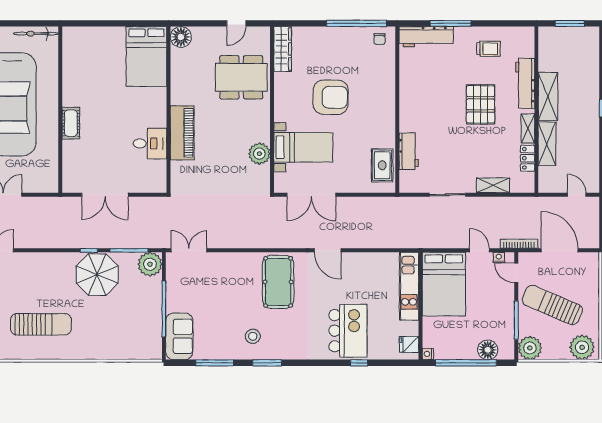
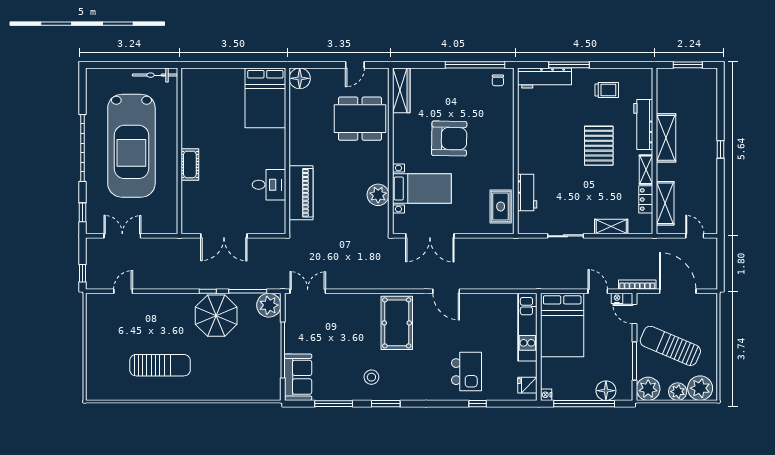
piano: (182, 133) -> (301, 193), moved
shelving: (547, 144) -> (665, 203), moved
kitchen island: (348, 331) -> (466, 372), width x0.73, depth x0.78
plant: (559, 351) -> (678, 392), added

